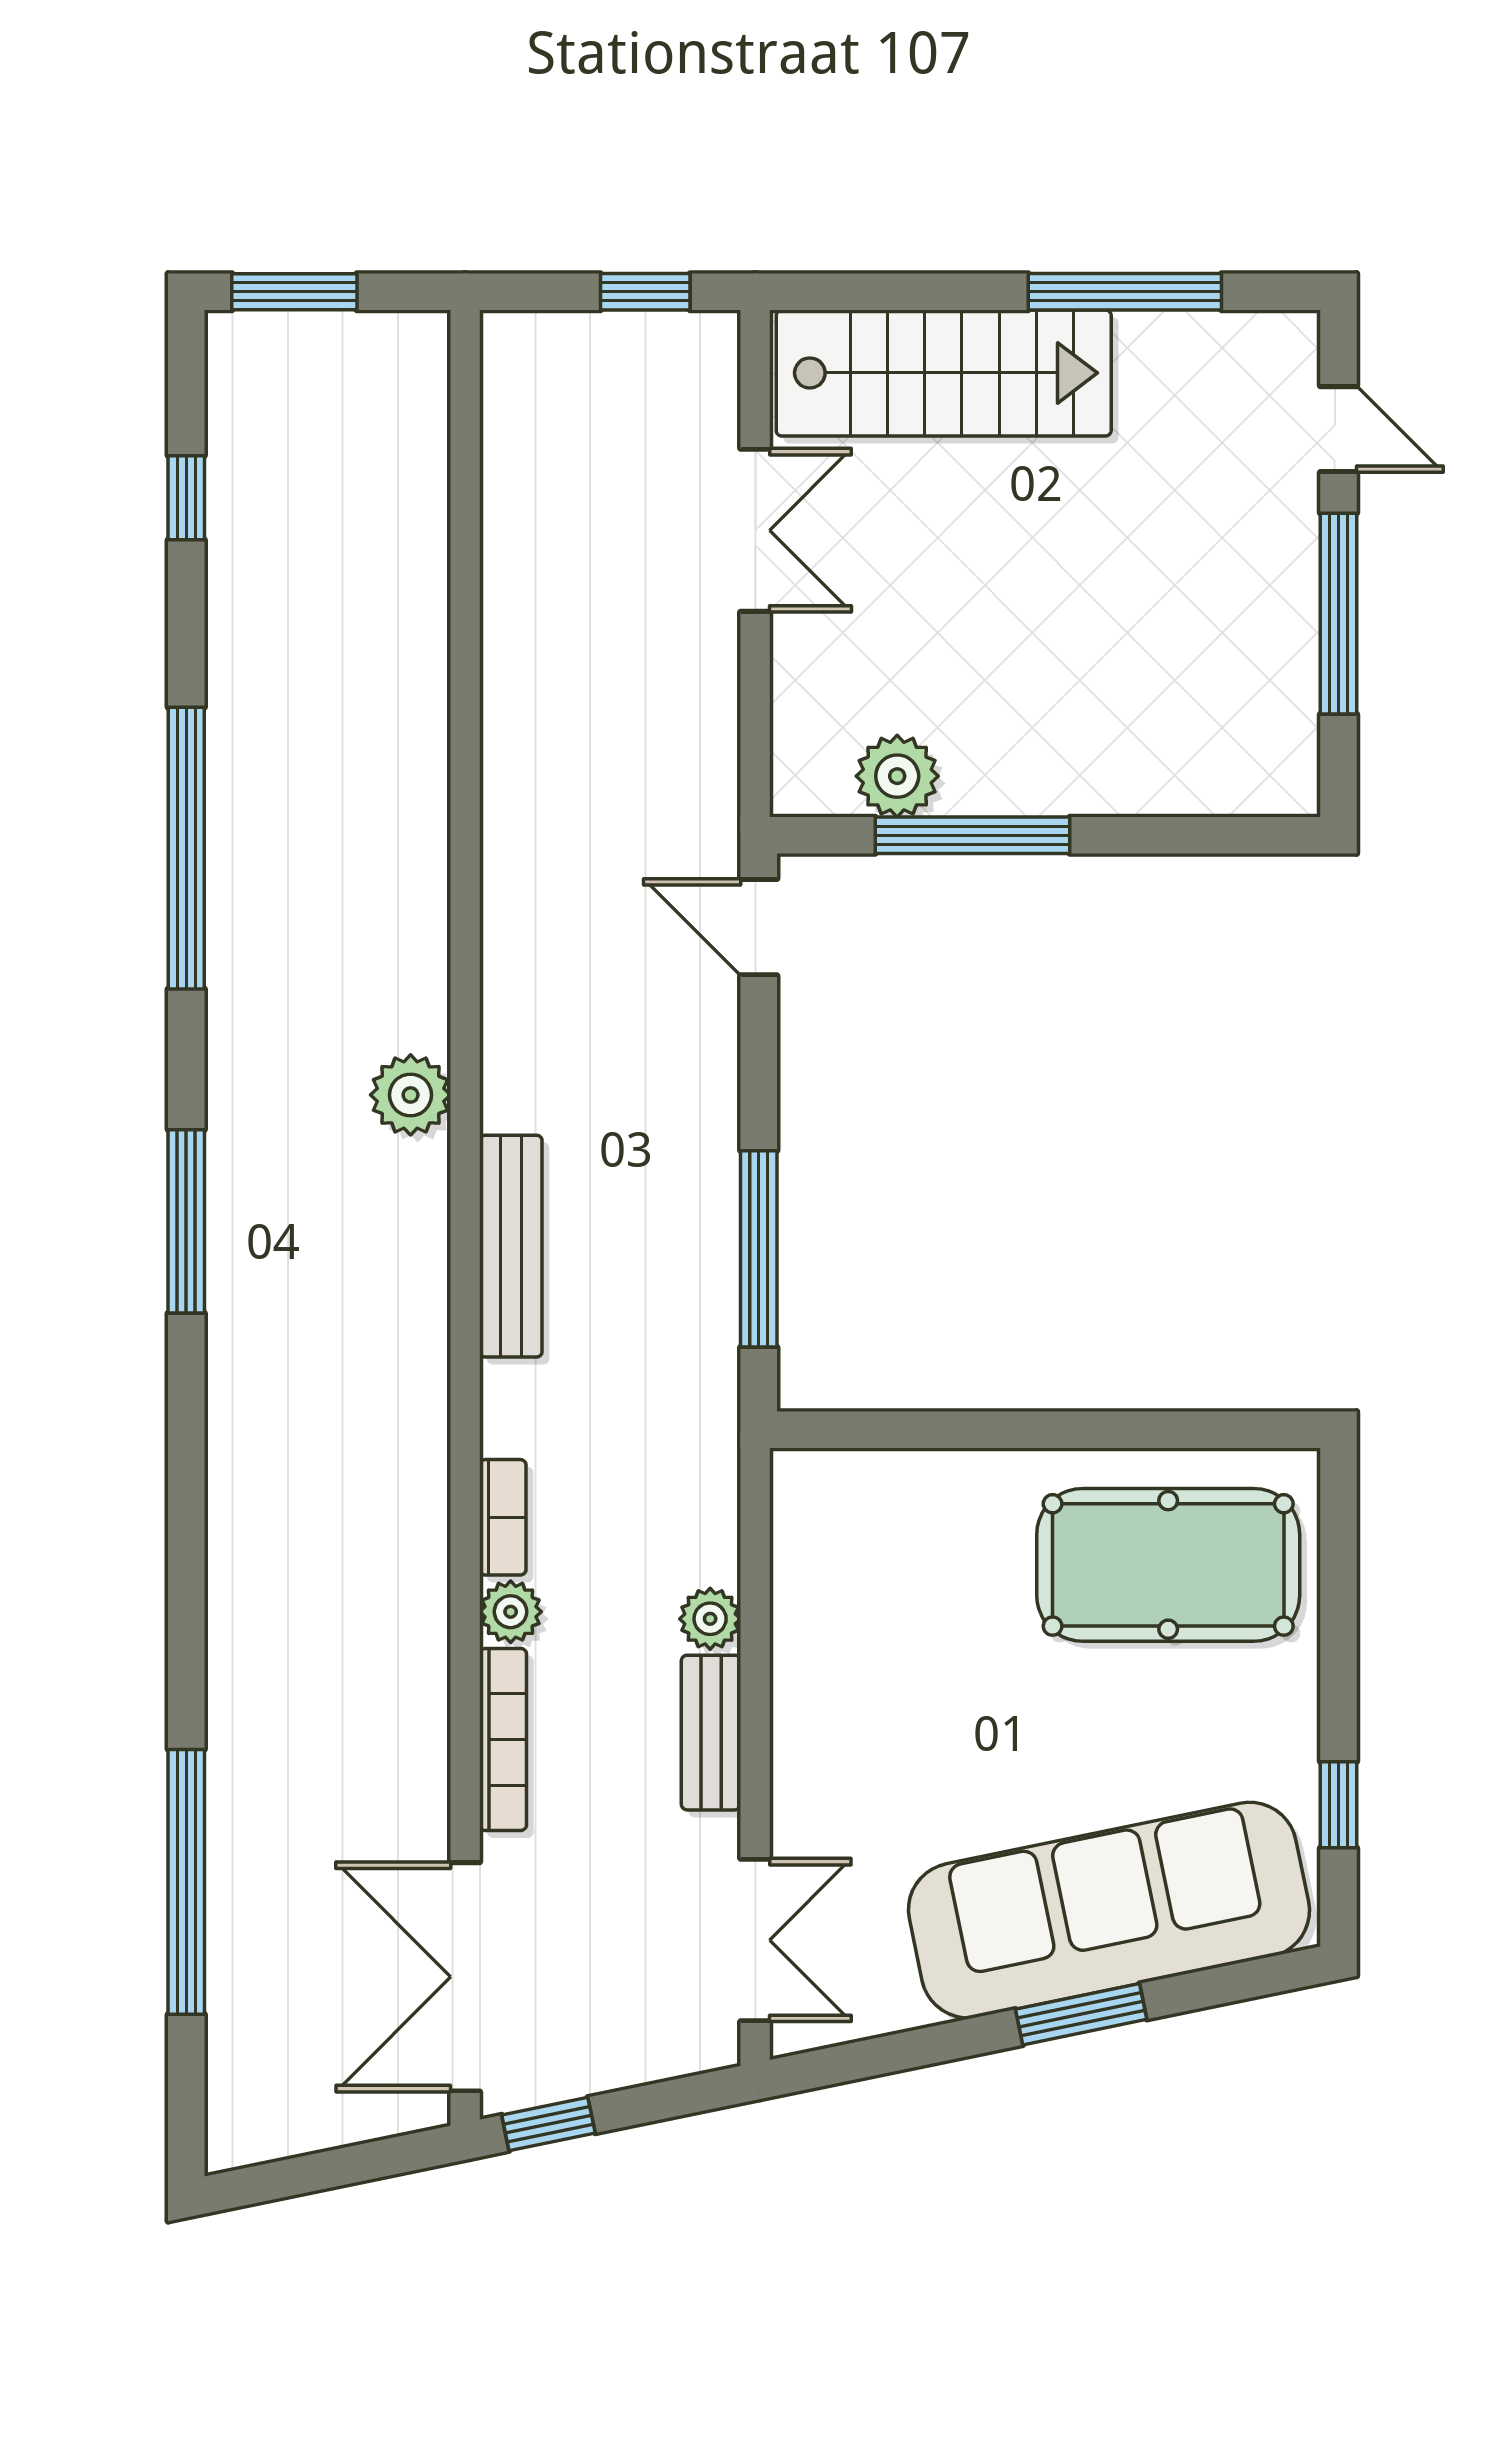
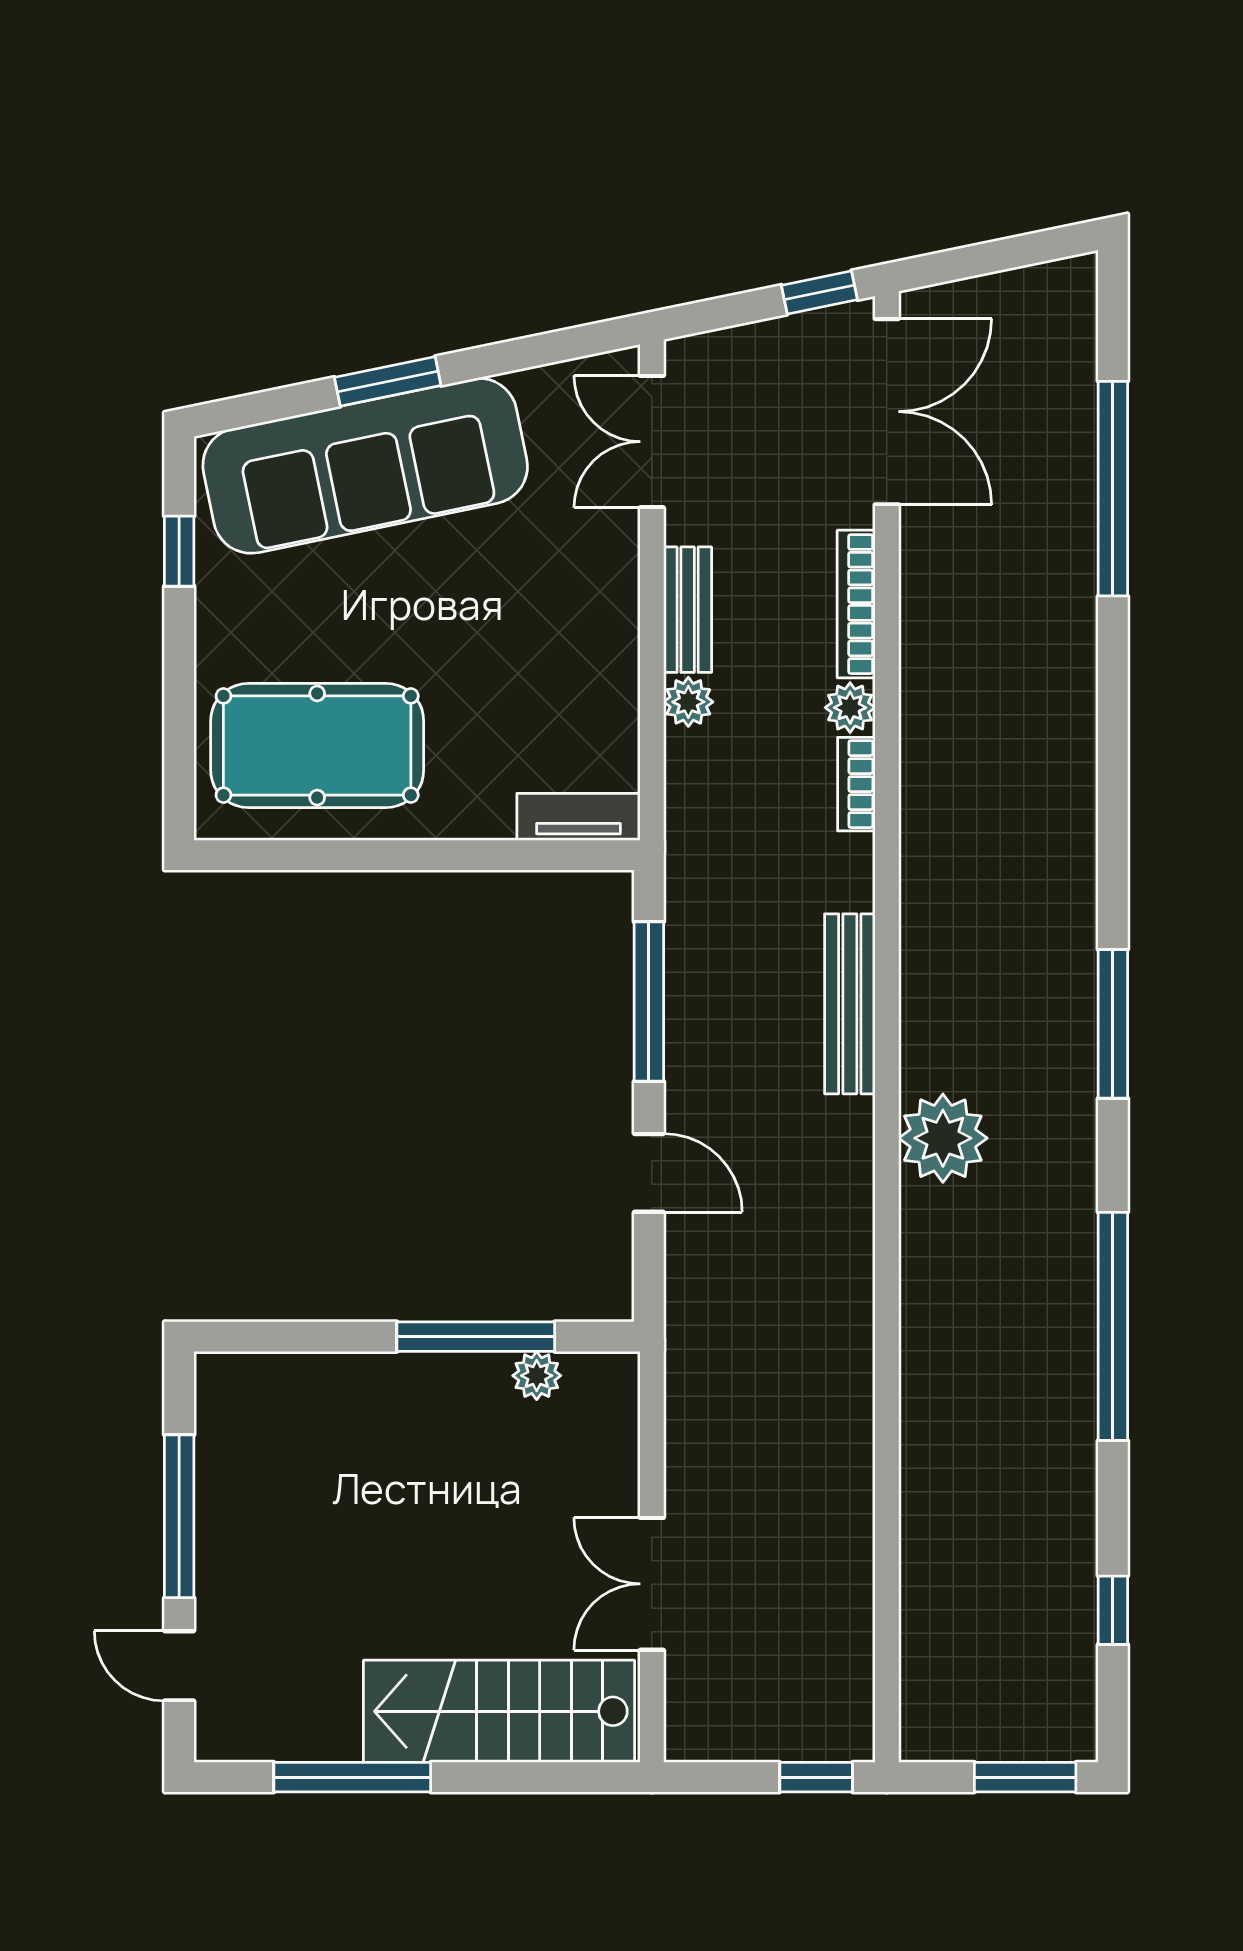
window: (645, 292) -> (816, 1777), moved
plant: (897, 776) -> (537, 1376), width x0.73, depth x0.73
door: (759, 927) -> (649, 1173), moved
plant: (411, 1095) -> (943, 1138), width x1.36, depth x1.36
tv unit: (846, 1477) -> (578, 817), added

